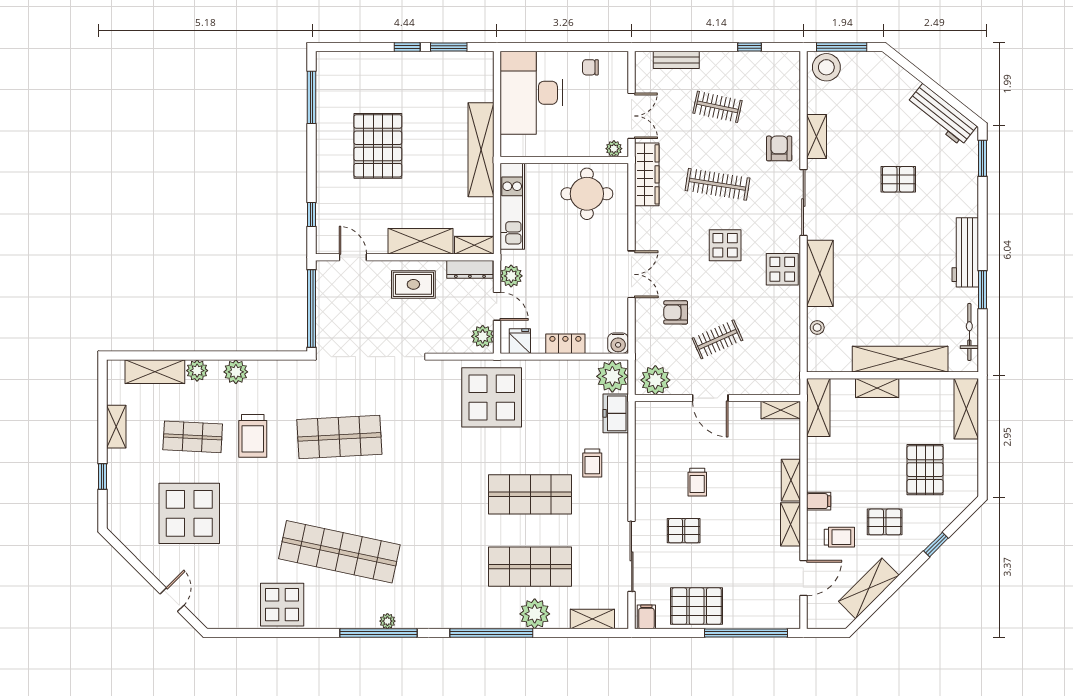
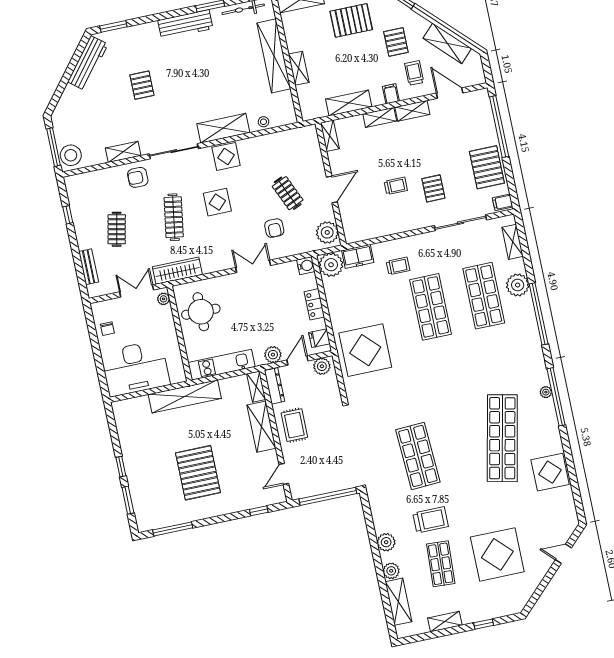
window: (449, 47) -> (128, 500), moved
pallet: (378, 146) -> (198, 473), turned 90
shelving: (818, 407) -> (349, 103), moved

